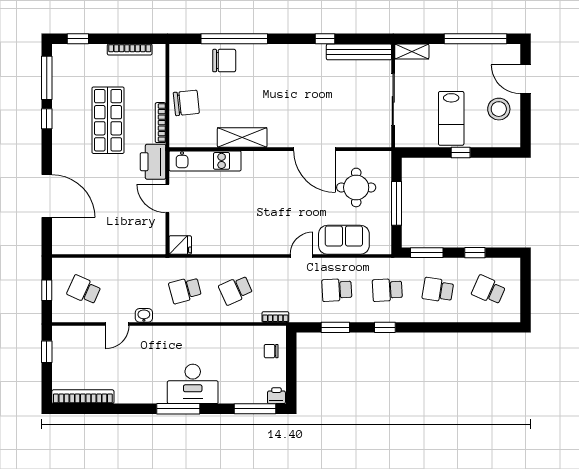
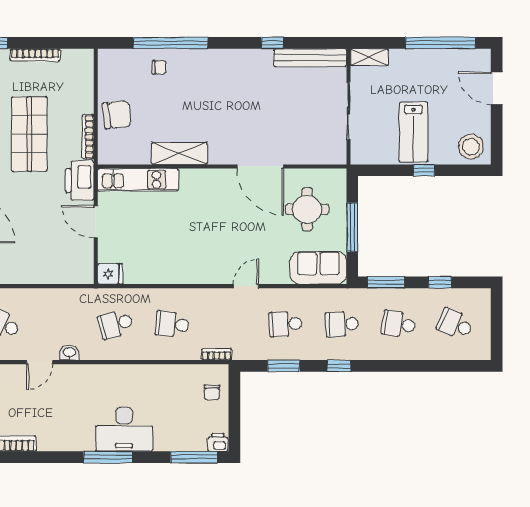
bookcase: (130, 50) -> (35, 55), moved
chair: (224, 61) -> (159, 67), width x0.54, depth x0.54
stool: (499, 109) -> (471, 147), moved
sofa: (344, 240) -> (318, 268), moved
school desk: (236, 290) -> (172, 324), turned 30
chair: (271, 351) -> (212, 393), turned -90

